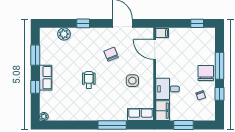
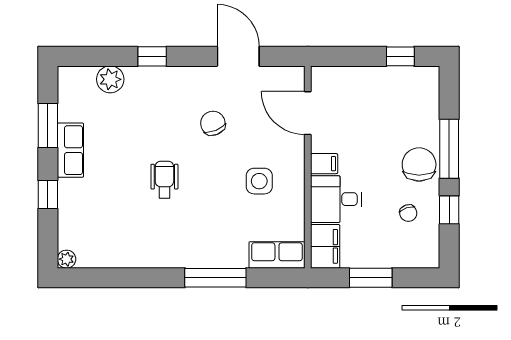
filing cabinet: (162, 33) -> (324, 164), moved
row of seats: (46, 78) -> (70, 150), moved

